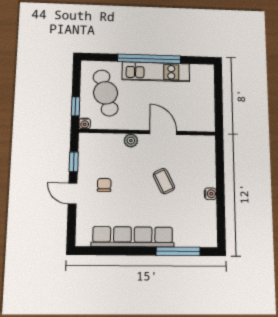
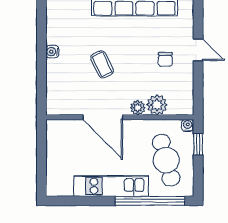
window: (149, 59) -> (150, 201), moved
door: (163, 133) -> (103, 117), width x1.36
plant: (113, 143) -> (157, 105), added
window: (74, 162) -> (198, 83), removed

